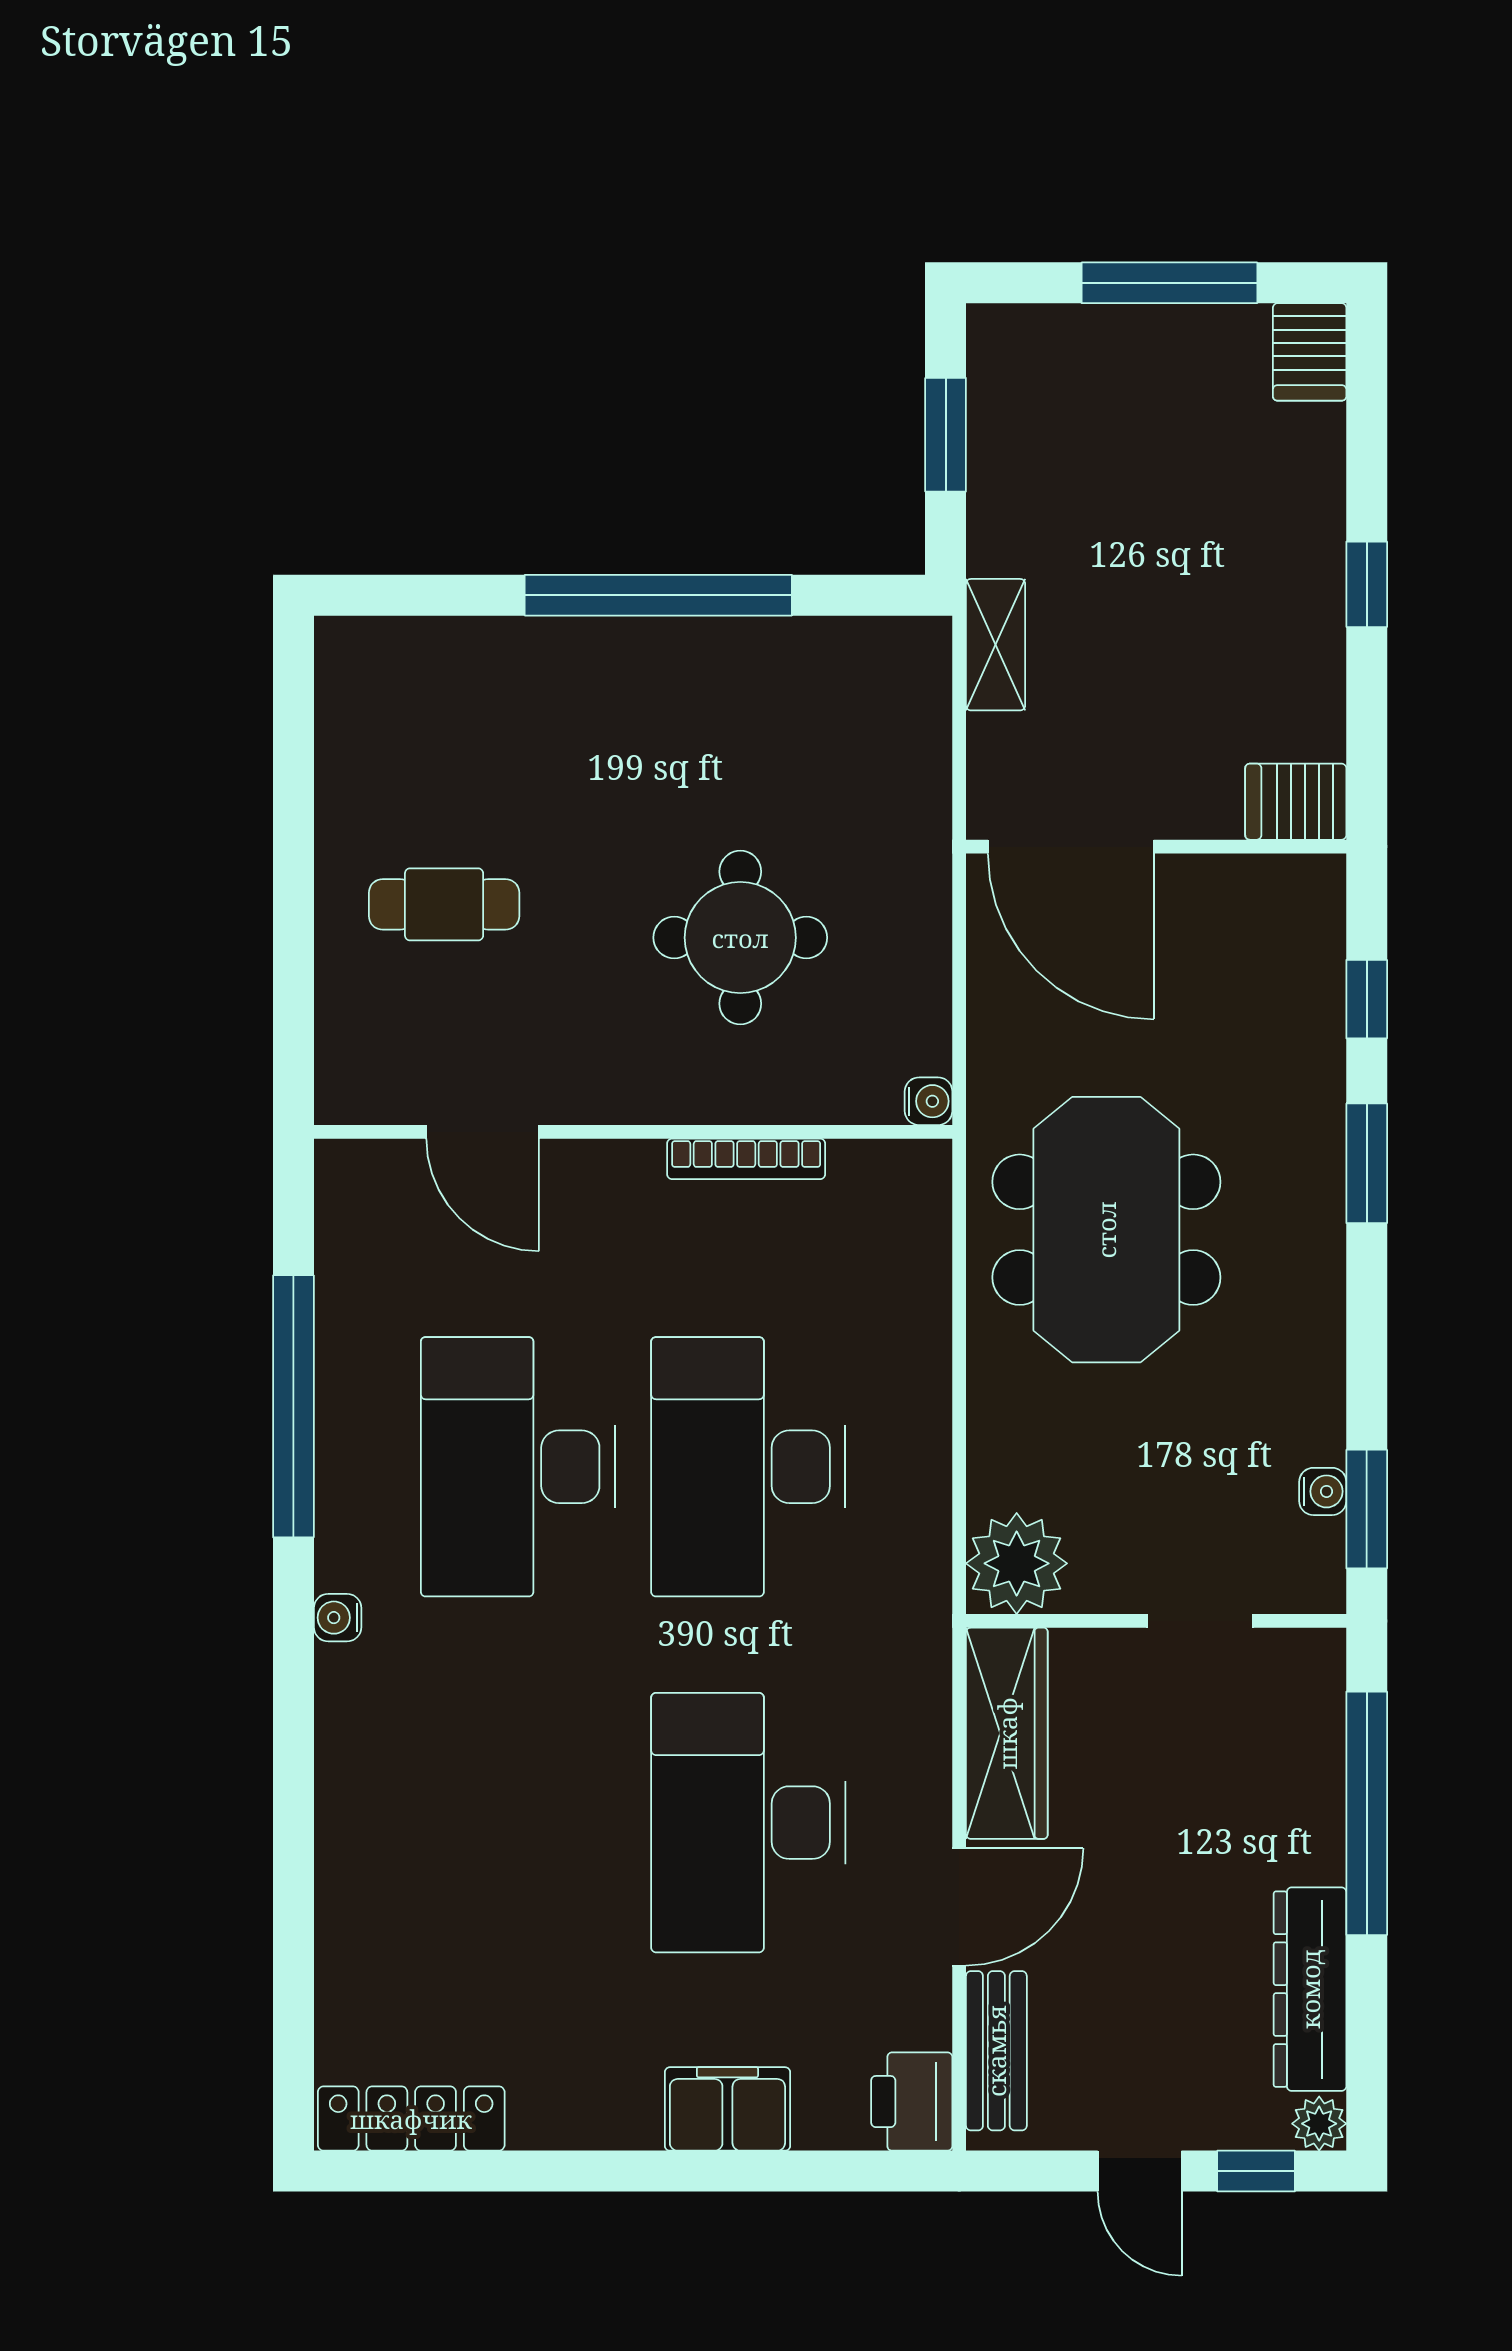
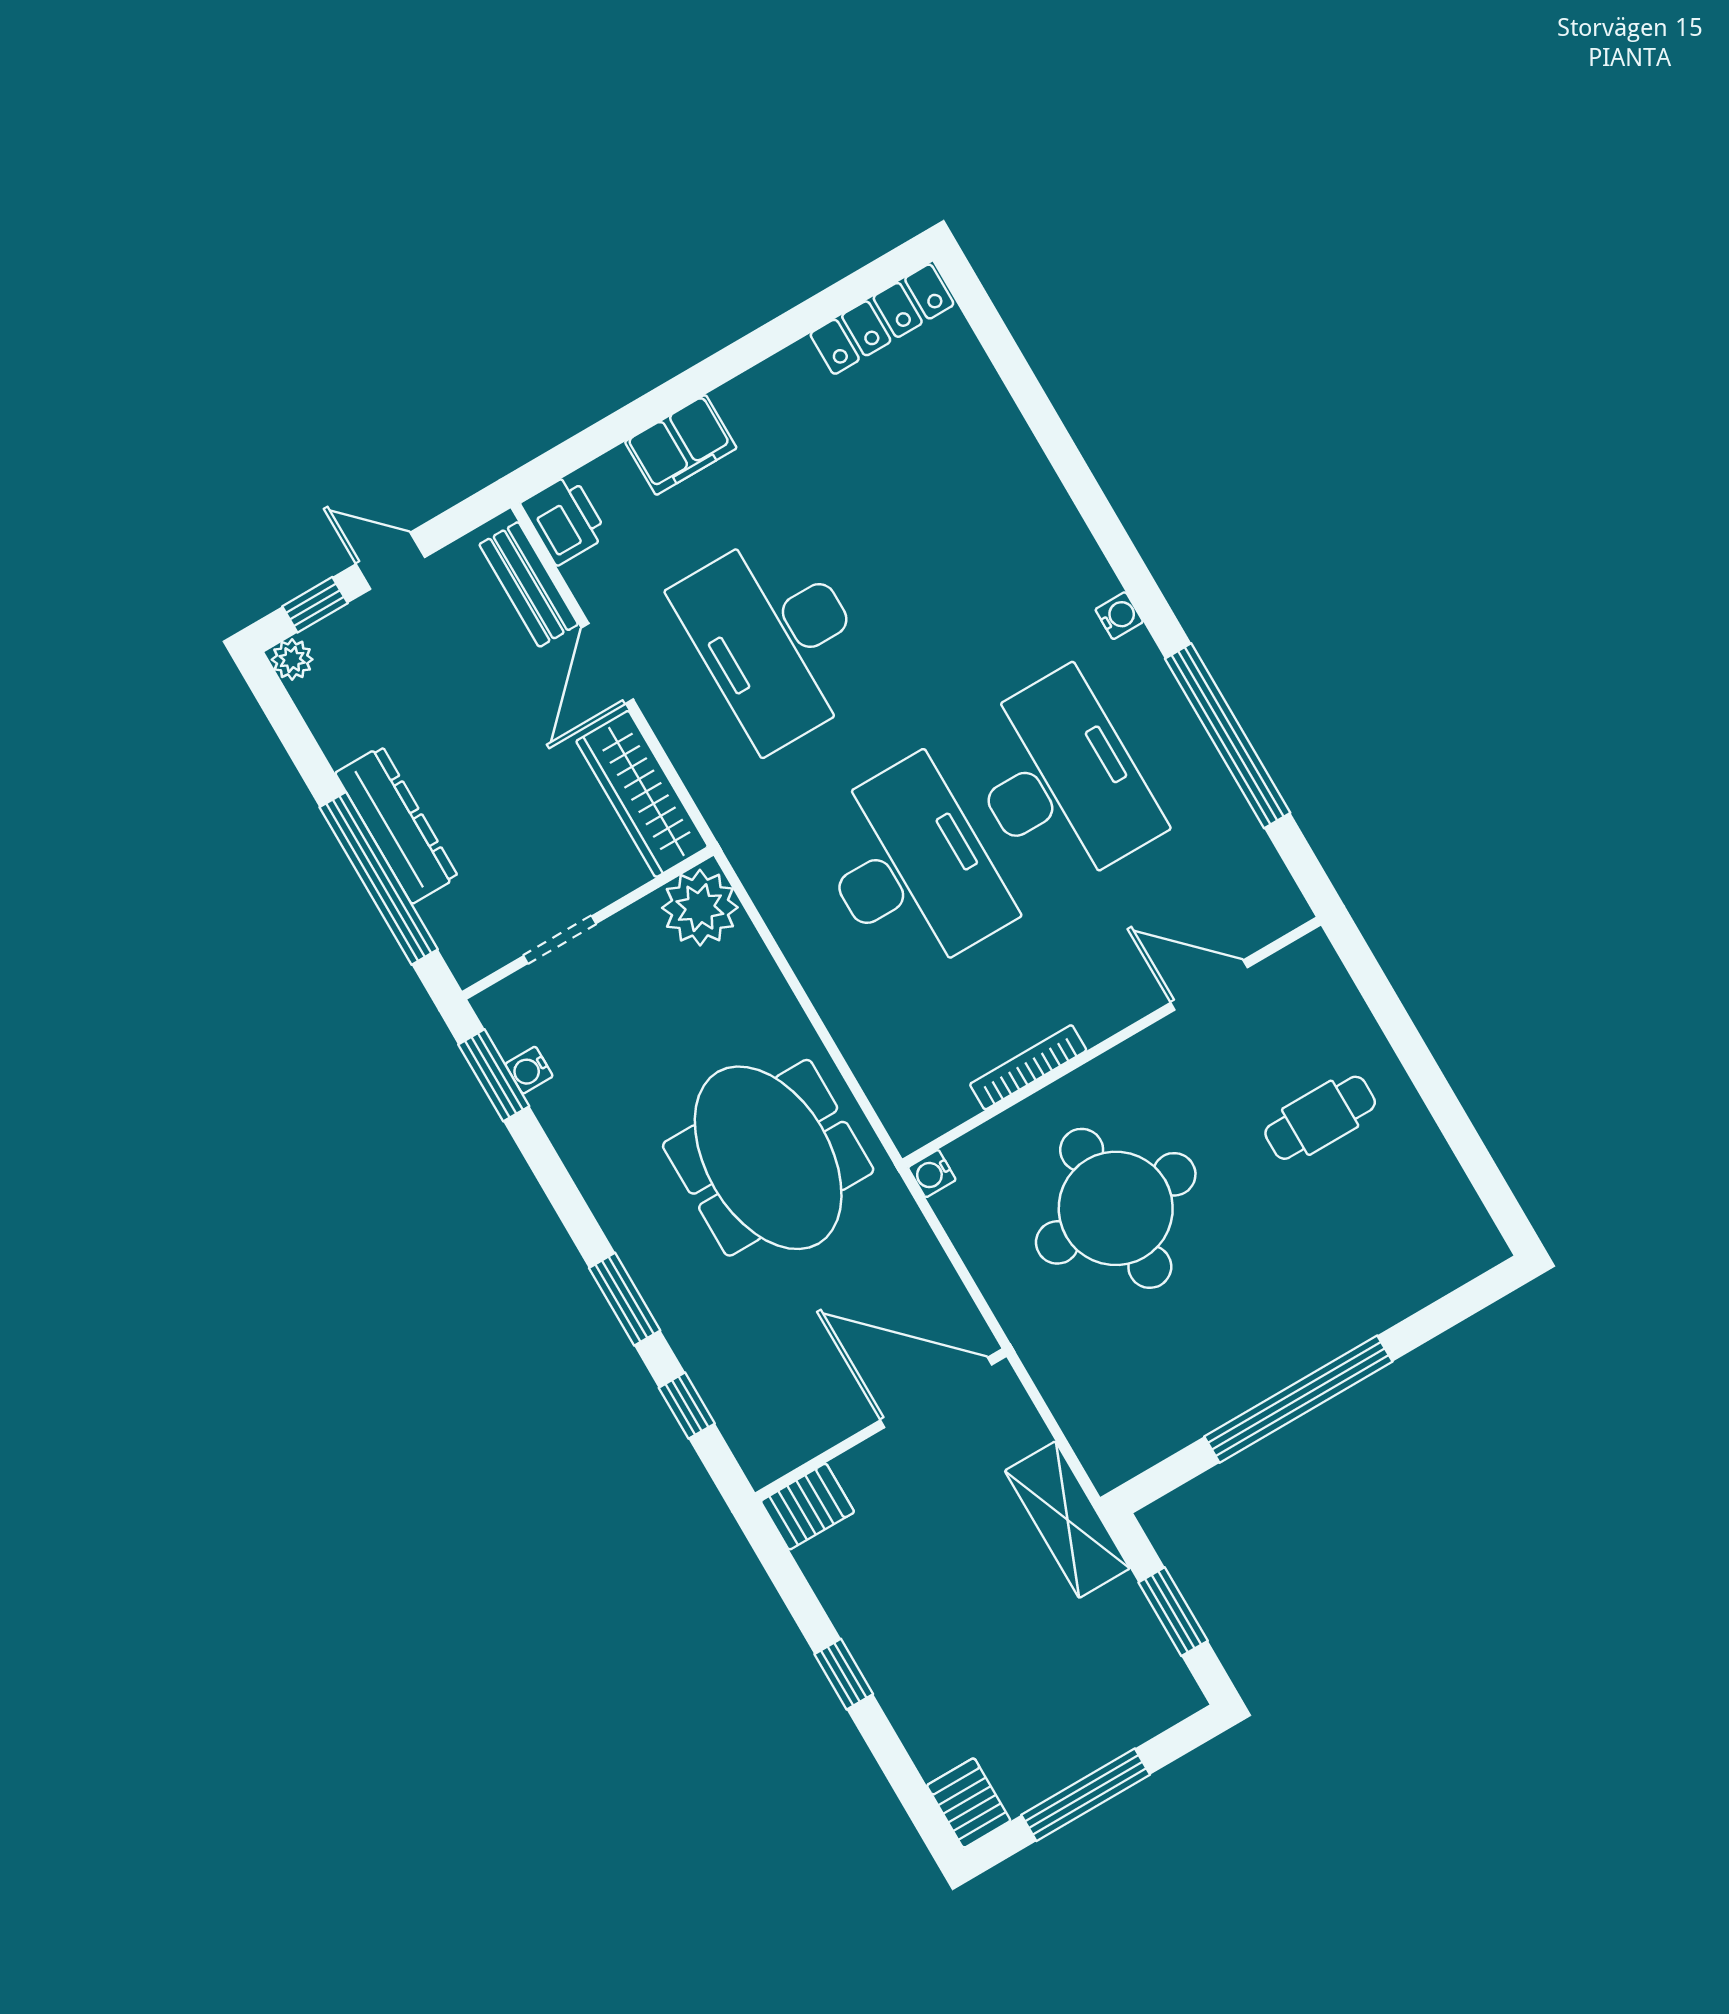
shelving: (996, 645) -> (1067, 1520), width x1.50, depth x1.33
round table: (740, 938) -> (1116, 1208), width x1.36, depth x1.36
desk: (748, 1823) -> (776, 638), turned 180
dresser: (1310, 1989) -> (397, 825), moved

